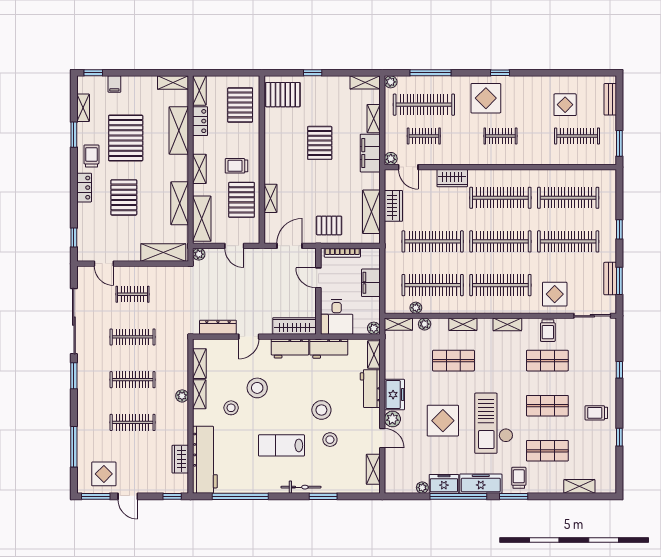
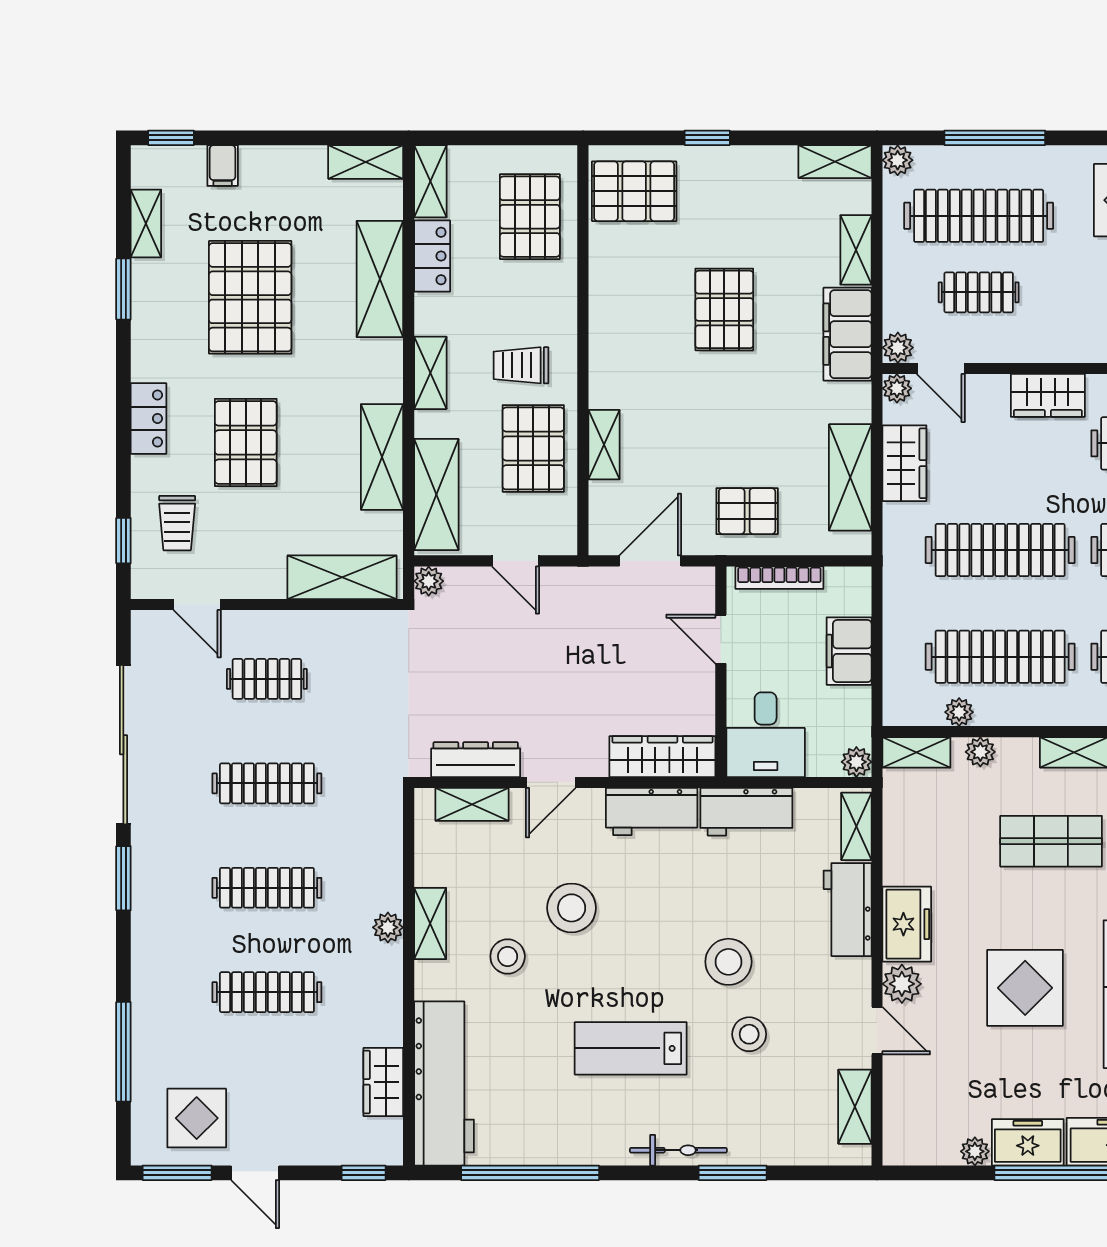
trolley: (91, 156) -> (177, 523), moved, turned 180
plant: (390, 175) -> (897, 388), added
shelving: (199, 364) -> (472, 804), moved, turned 90

